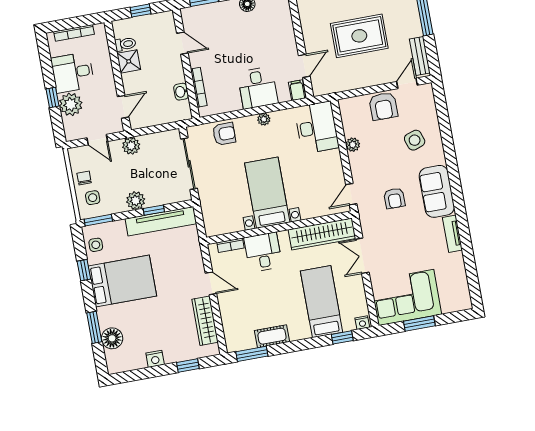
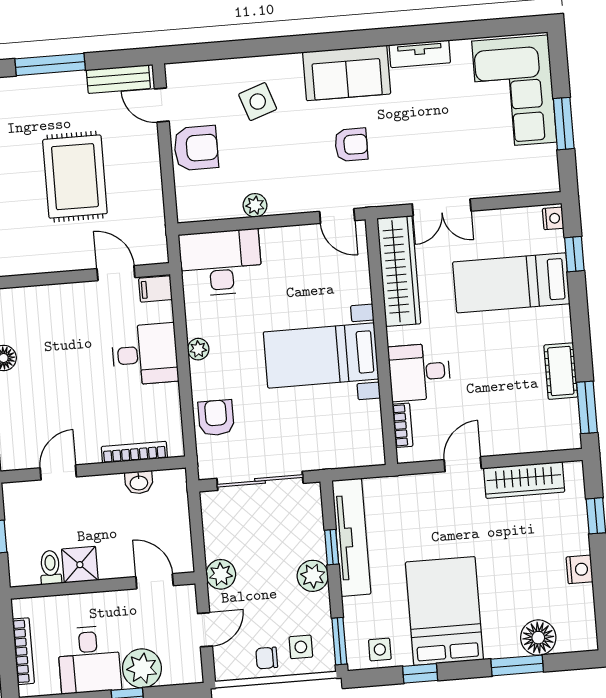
corner sofa: (406, 298) -> (514, 92), moved

